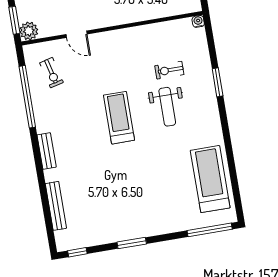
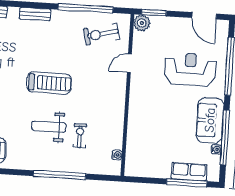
water cooler: (198, 21) -> (117, 155), moved
exercise bike: (51, 73) -> (101, 34), width x1.38, depth x1.39
window: (218, 82) -> (60, 175), width x2.11

